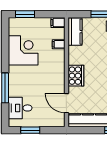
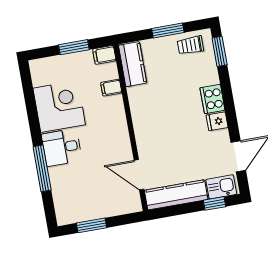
window: (25, 14) -> (74, 47), moved
cooker: (76, 76) -> (146, 131), removed
desk: (20, 108) -> (62, 147), moved

